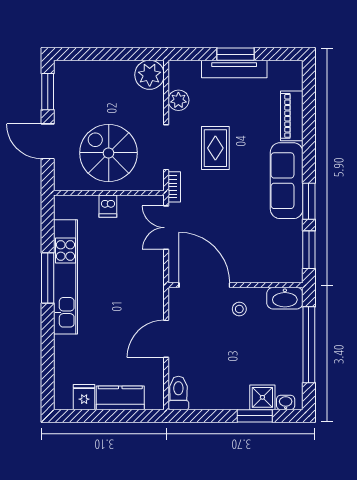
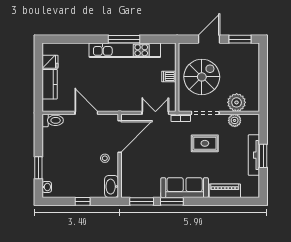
plant: (150, 75) -> (237, 102), moved
window: (309, 345) -> (83, 201), width x0.32
shower: (262, 397) -> (50, 173), removed

